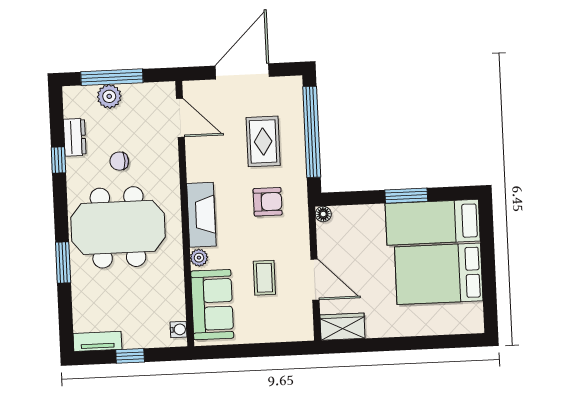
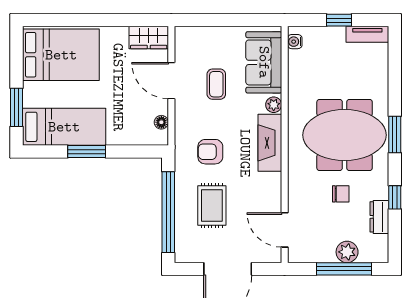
floor lamp: (323, 214) -> (161, 122), moved
window: (487, 242) -> (17, 107), added
window: (63, 263) -> (395, 134), moved
bed: (439, 274) -> (61, 55), moved

